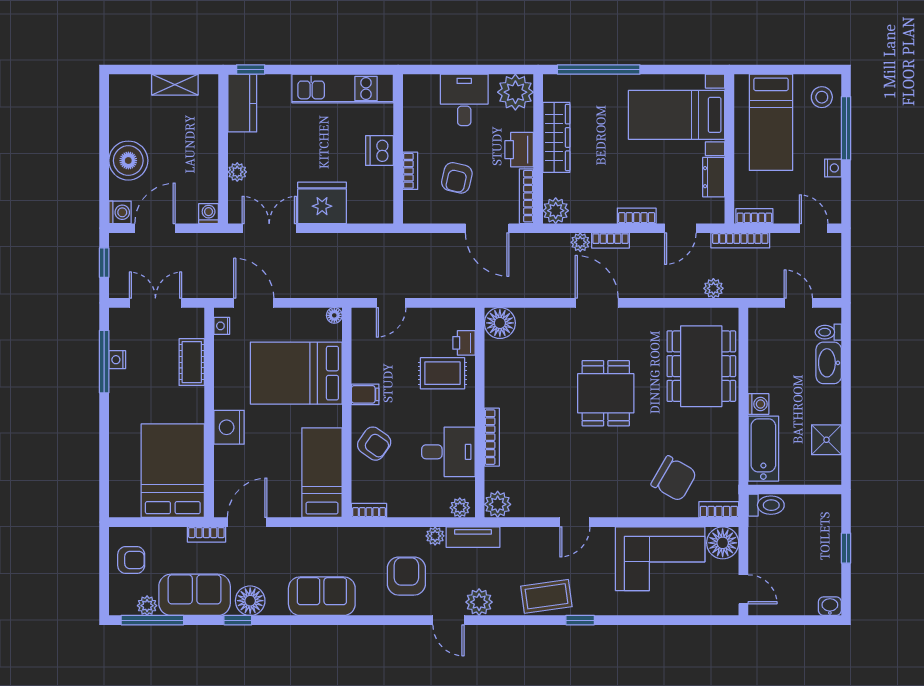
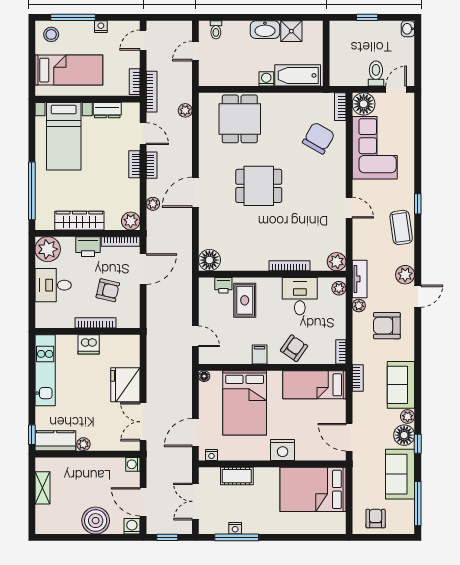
bookcase: (410, 171) -> (95, 323), width x1.56
plant: (237, 172) -> (83, 444), moved
bookcase: (610, 240) -> (152, 165), moved
washbasin: (829, 363) -> (265, 30), moved
dining table: (701, 366) -> (240, 119), width x0.73
toilet: (766, 505) -> (376, 73), moved
bookcase: (206, 534) -> (358, 378), moved
plant: (147, 606) -> (408, 417), moved

